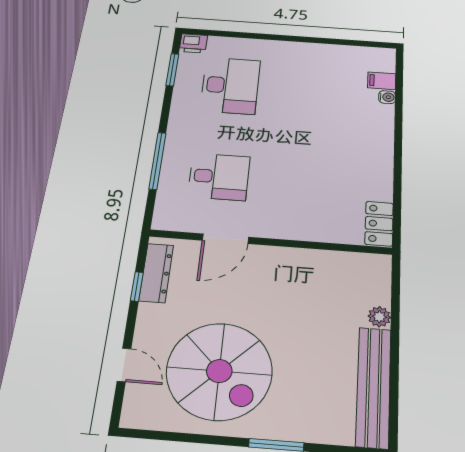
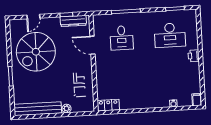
printer: (193, 43) -> (194, 56), moved
filing cabinet: (382, 81) -> (197, 100), moved

